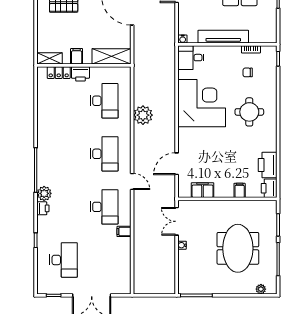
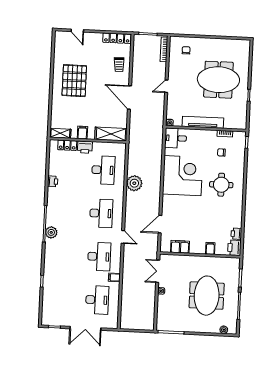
printer: (268, 165) -> (236, 234), width x0.53, depth x0.68
plant: (44, 193) -> (51, 232), moved
printer: (43, 208) -> (53, 181), moved
desk: (64, 260) -> (97, 300), moved

